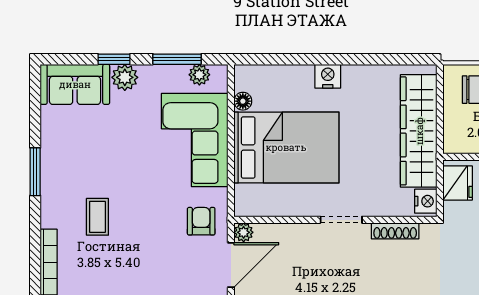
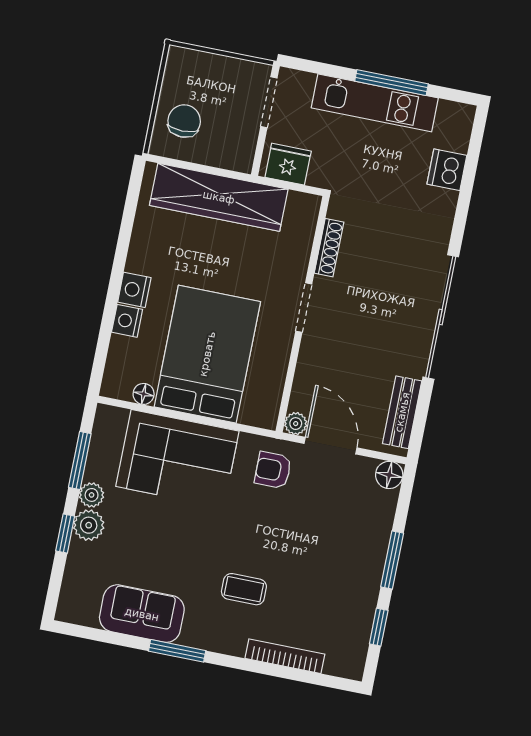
plant: (199, 75) -> (92, 495), moved
sofa: (75, 84) -> (142, 614), moved, turned -90
nightstand: (426, 201) -> (127, 321), moved, turned -90

